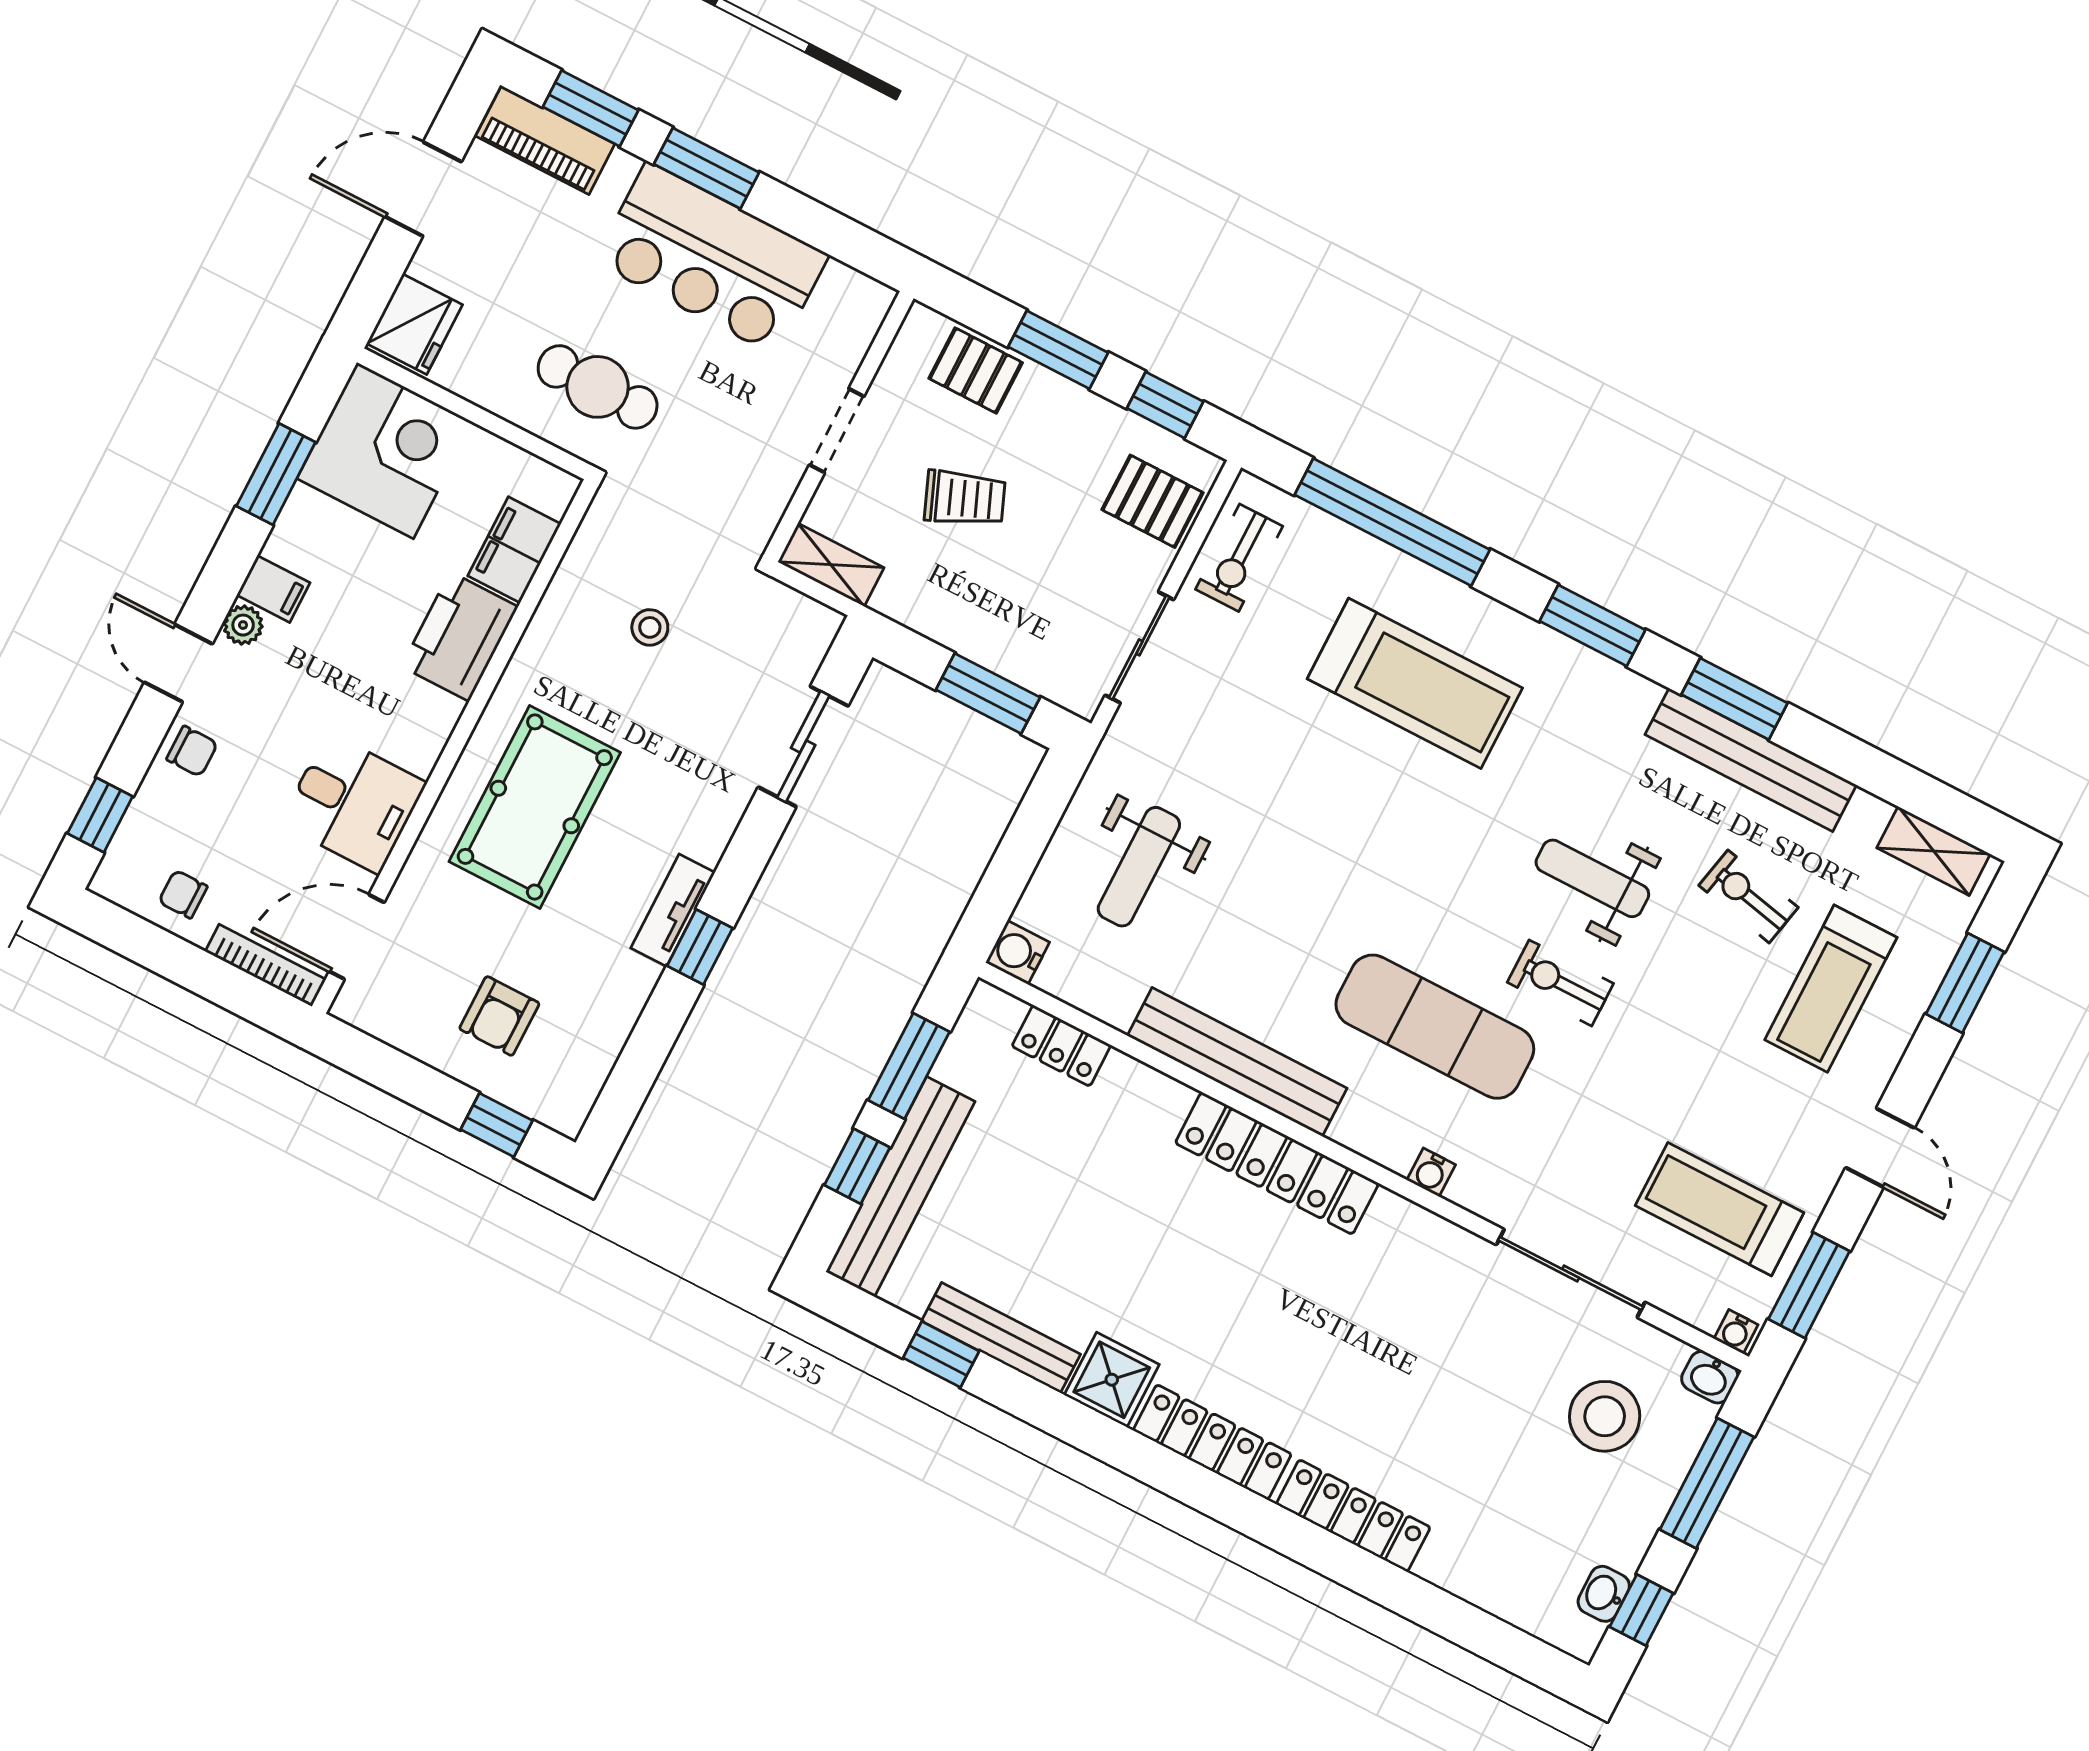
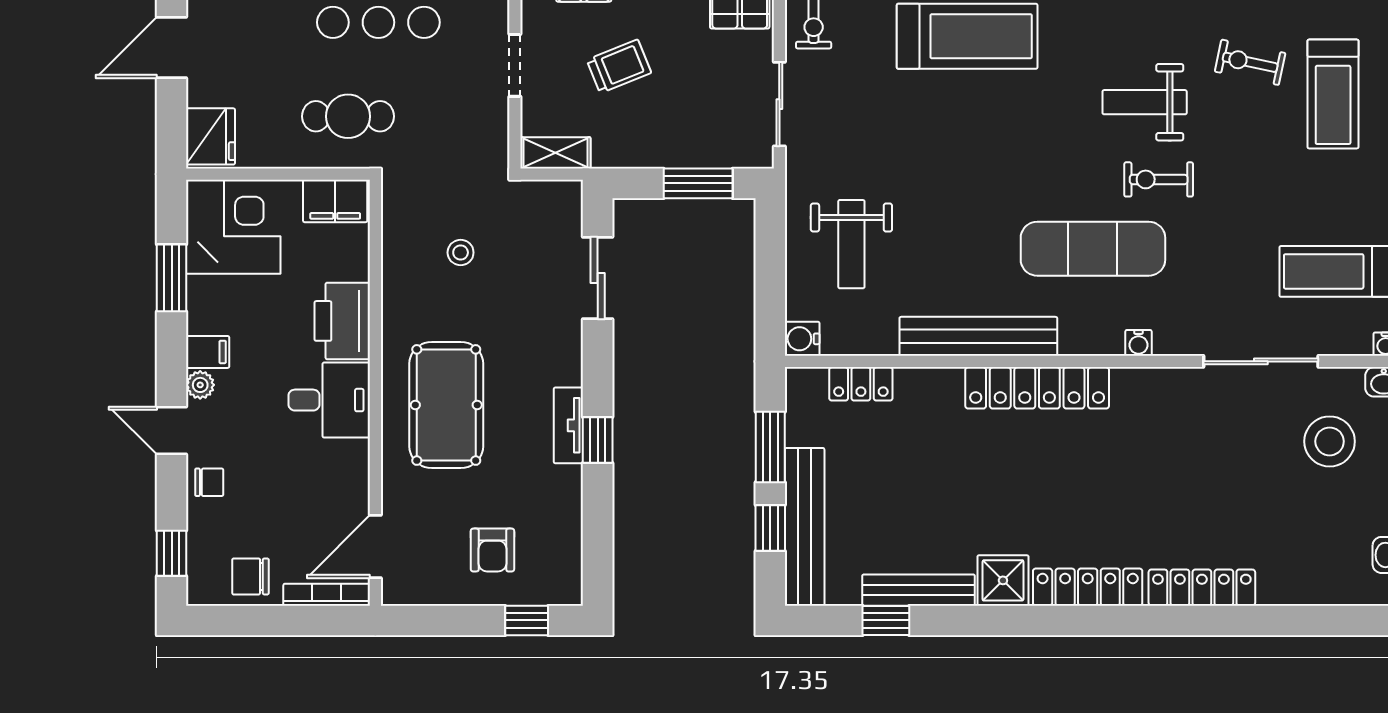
filing cabinet: (514, 550) -> (335, 201), moved, turned -90
desk: (353, 803) -> (329, 400), moved
chair: (183, 894) -> (250, 576), width x1.37, depth x1.37

